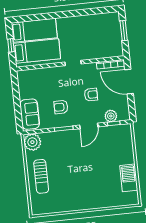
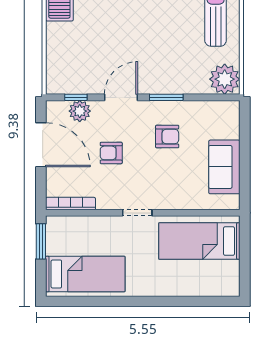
bed: (34, 30) -> (85, 274), moved, turned 180
window: (124, 31) -> (41, 241), moved
window: (11, 45) -> (245, 256), removed
door: (129, 82) -> (41, 145), moved
sofa: (30, 114) -> (224, 167), moved

